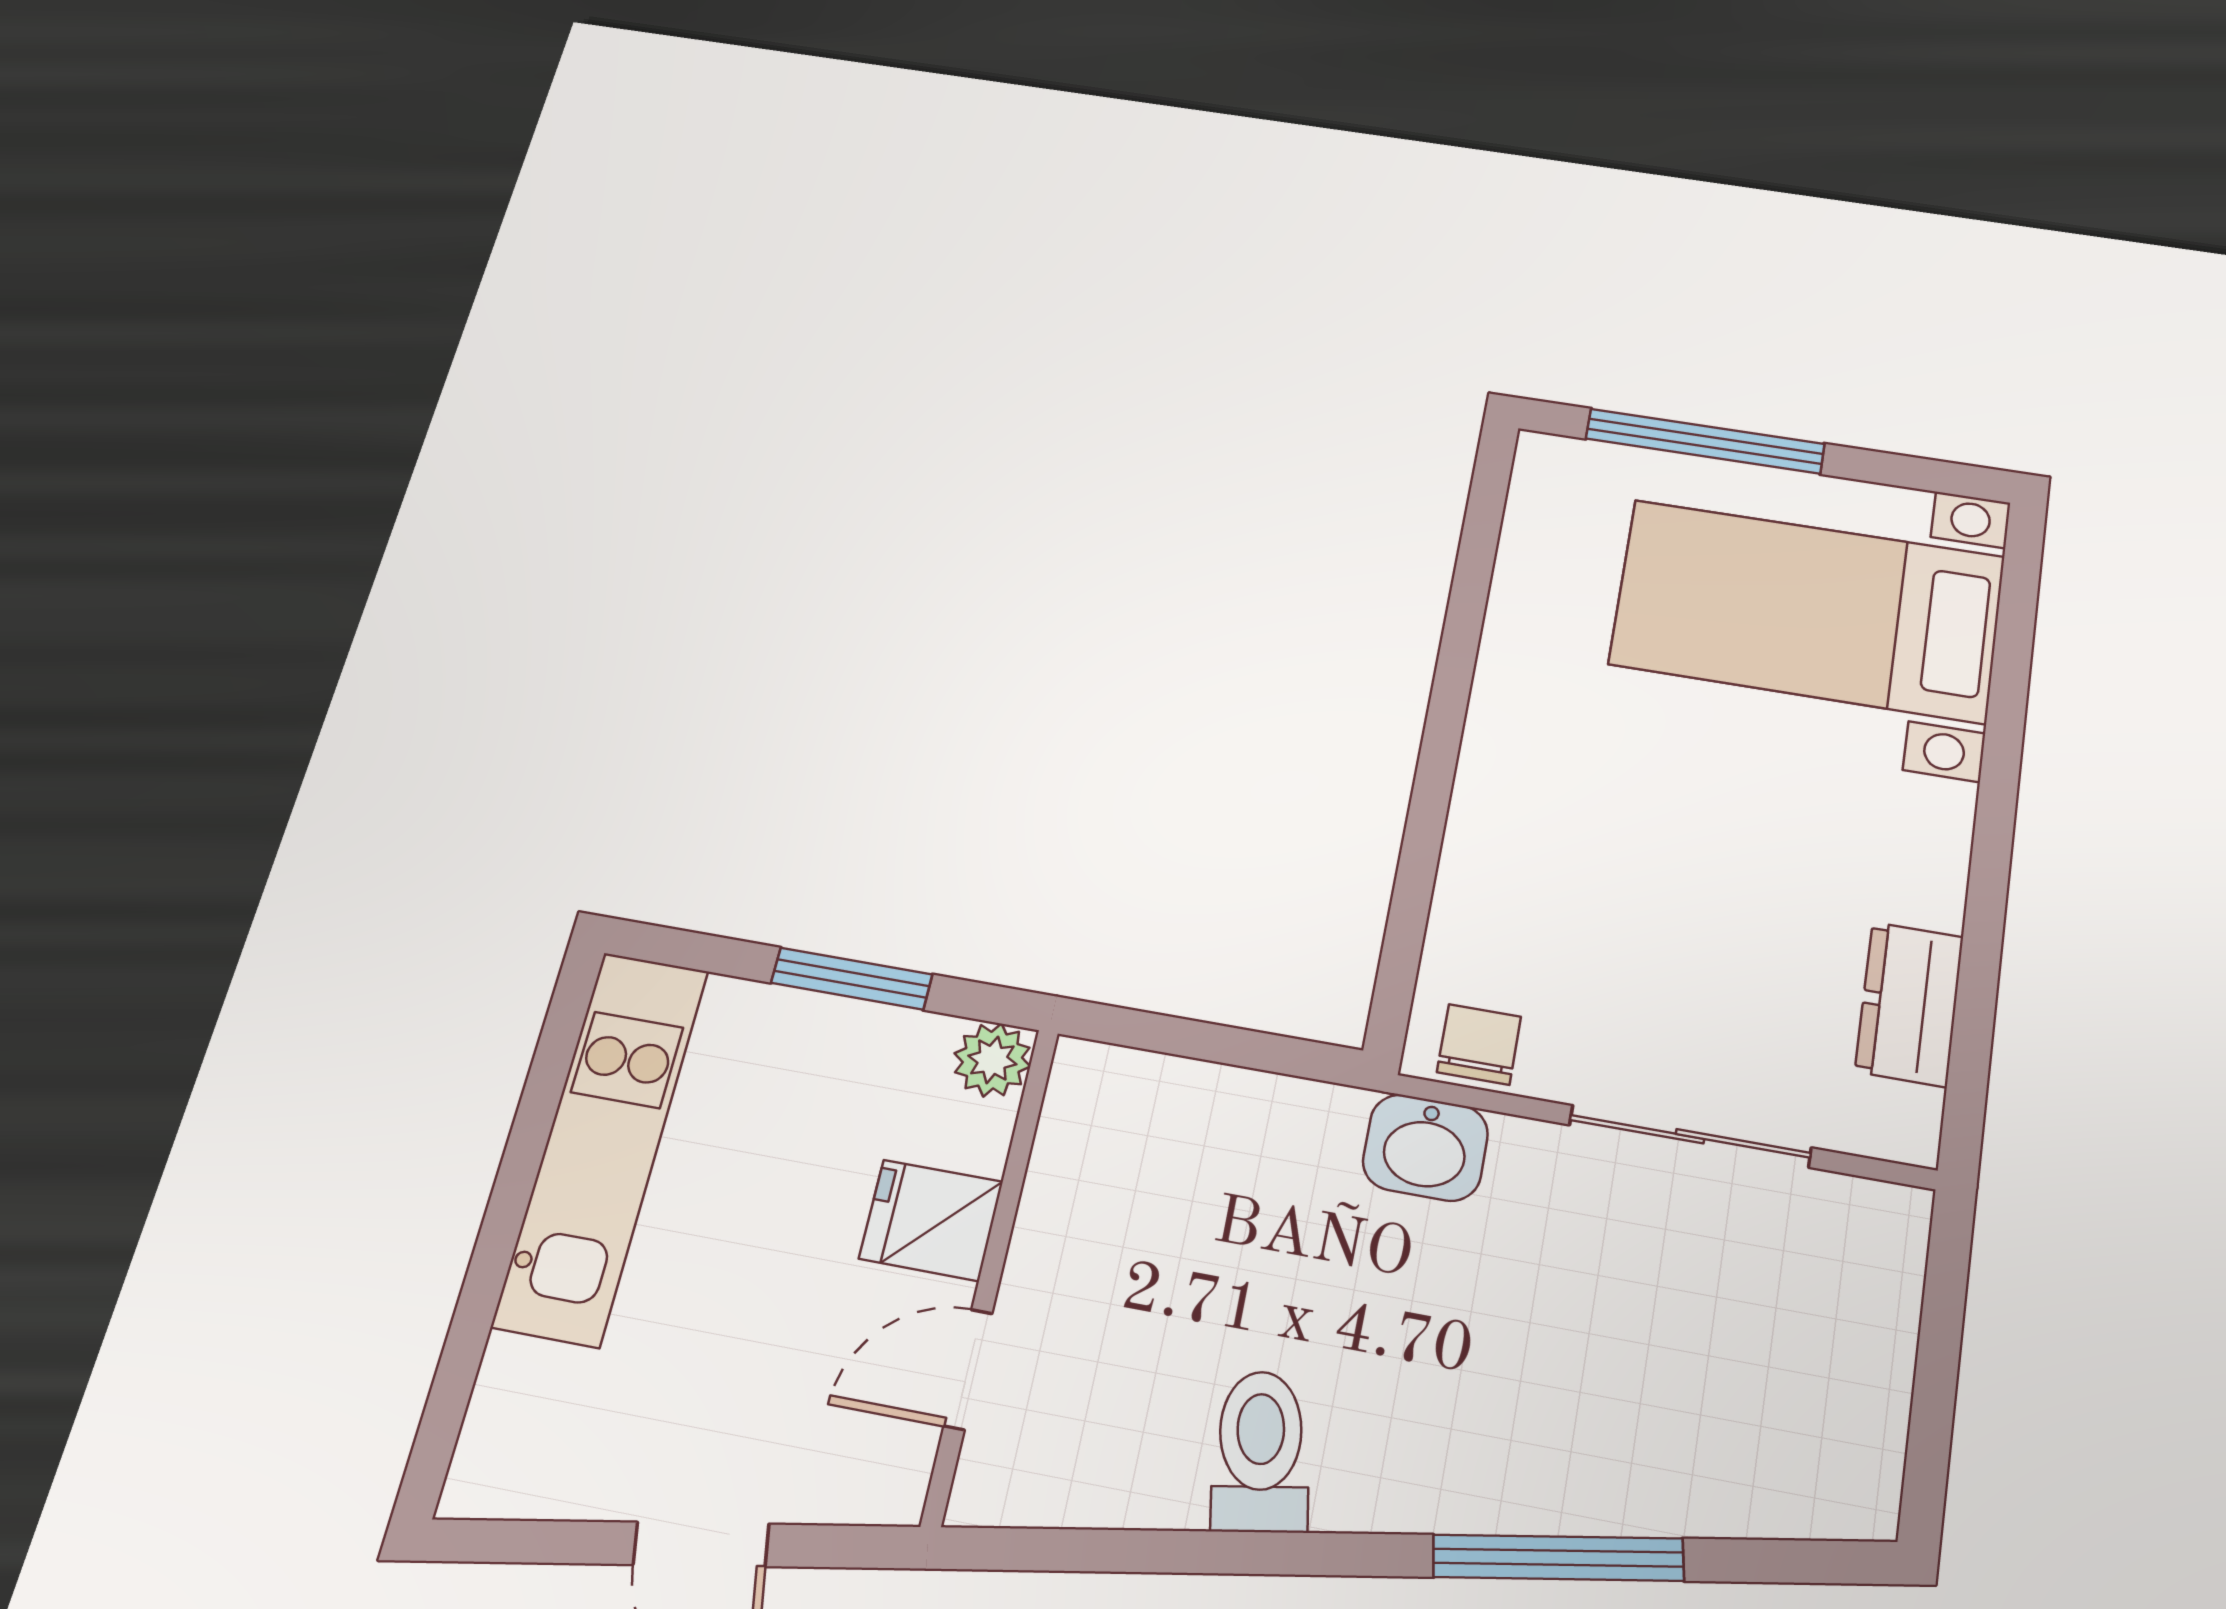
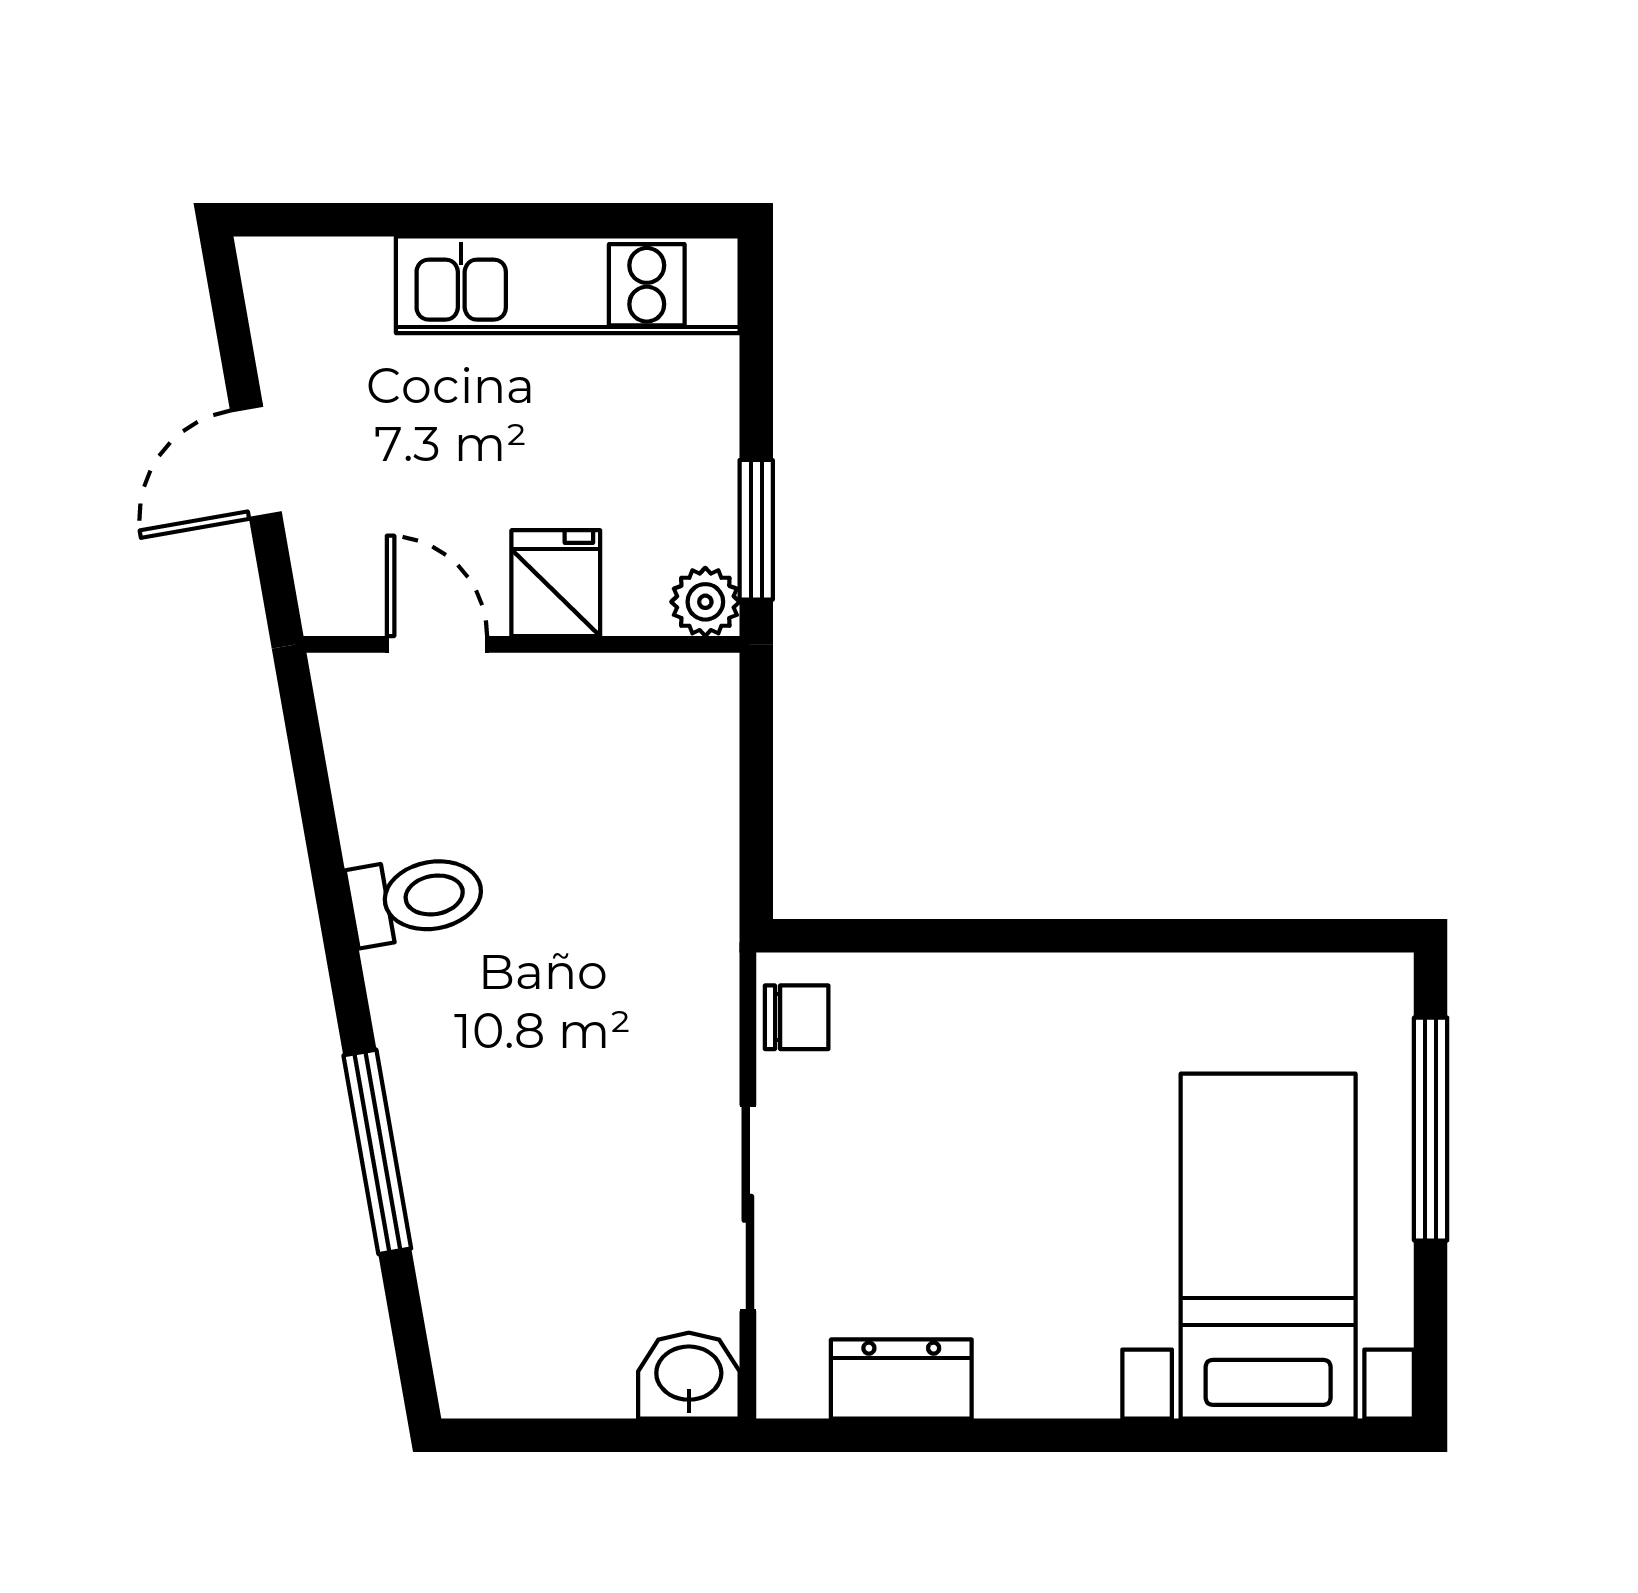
window: (852, 979) -> (756, 530), moved
washbasin: (1425, 1147) -> (689, 1376), moved, turned 90

